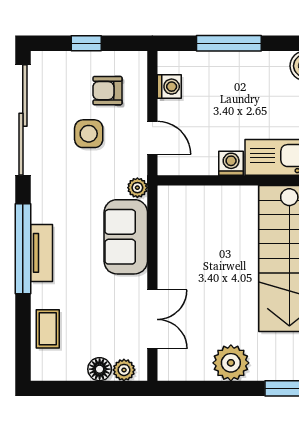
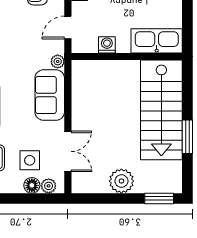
side table: (89, 134) -> (30, 160), moved
door: (152, 138) -> (68, 27), swing flipped
washing machine: (231, 163) -> (107, 45), moved

